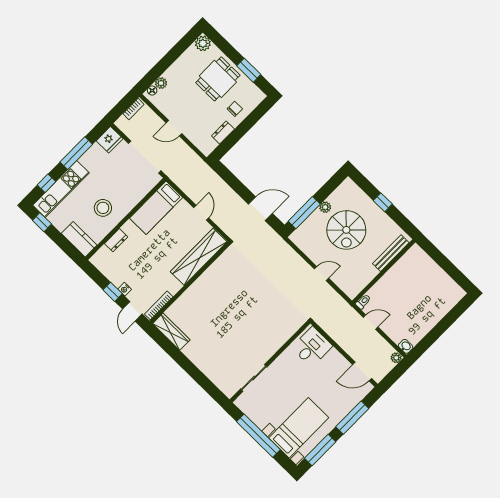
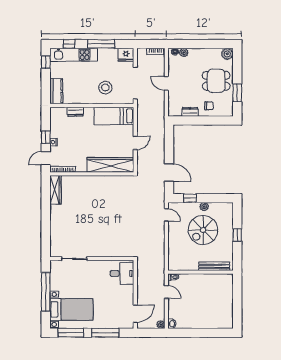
stool: (103, 208) -> (105, 88), moved
window: (304, 213) -> (190, 198), width x0.46
door: (321, 274) -> (166, 215), moved
door: (362, 372) -> (135, 314), swing flipped

